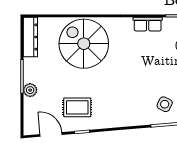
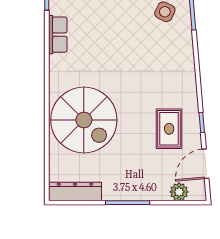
spiral stairs: (84, 44) -> (84, 120), turned -90
plant: (30, 90) -> (179, 192), moved

